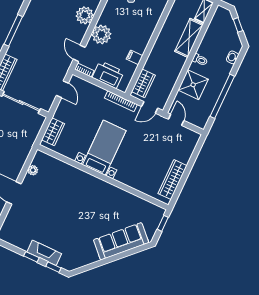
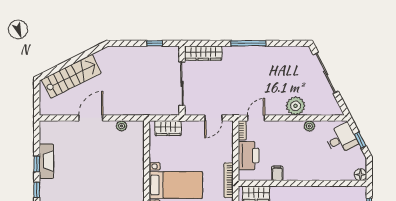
plant: (101, 35) -> (309, 126), moved, width x0.53, depth x0.53
fireplace: (44, 253) -> (46, 161), moved

